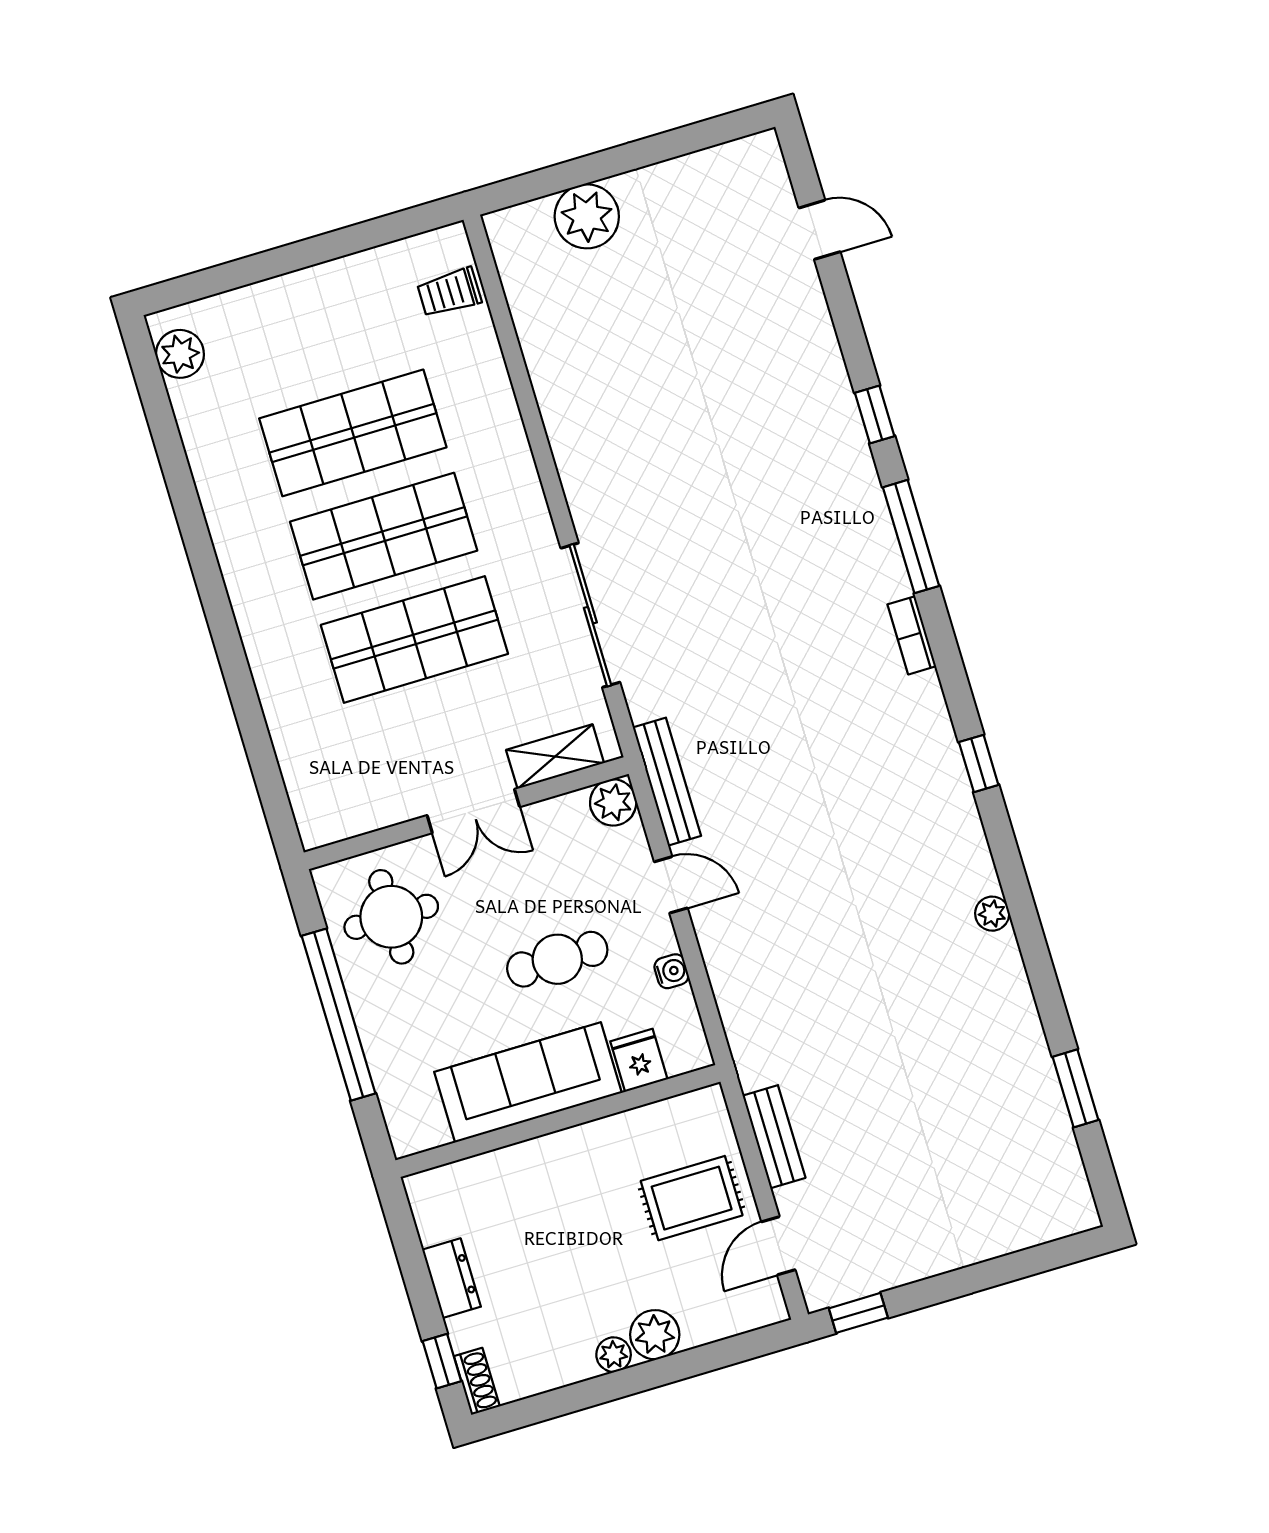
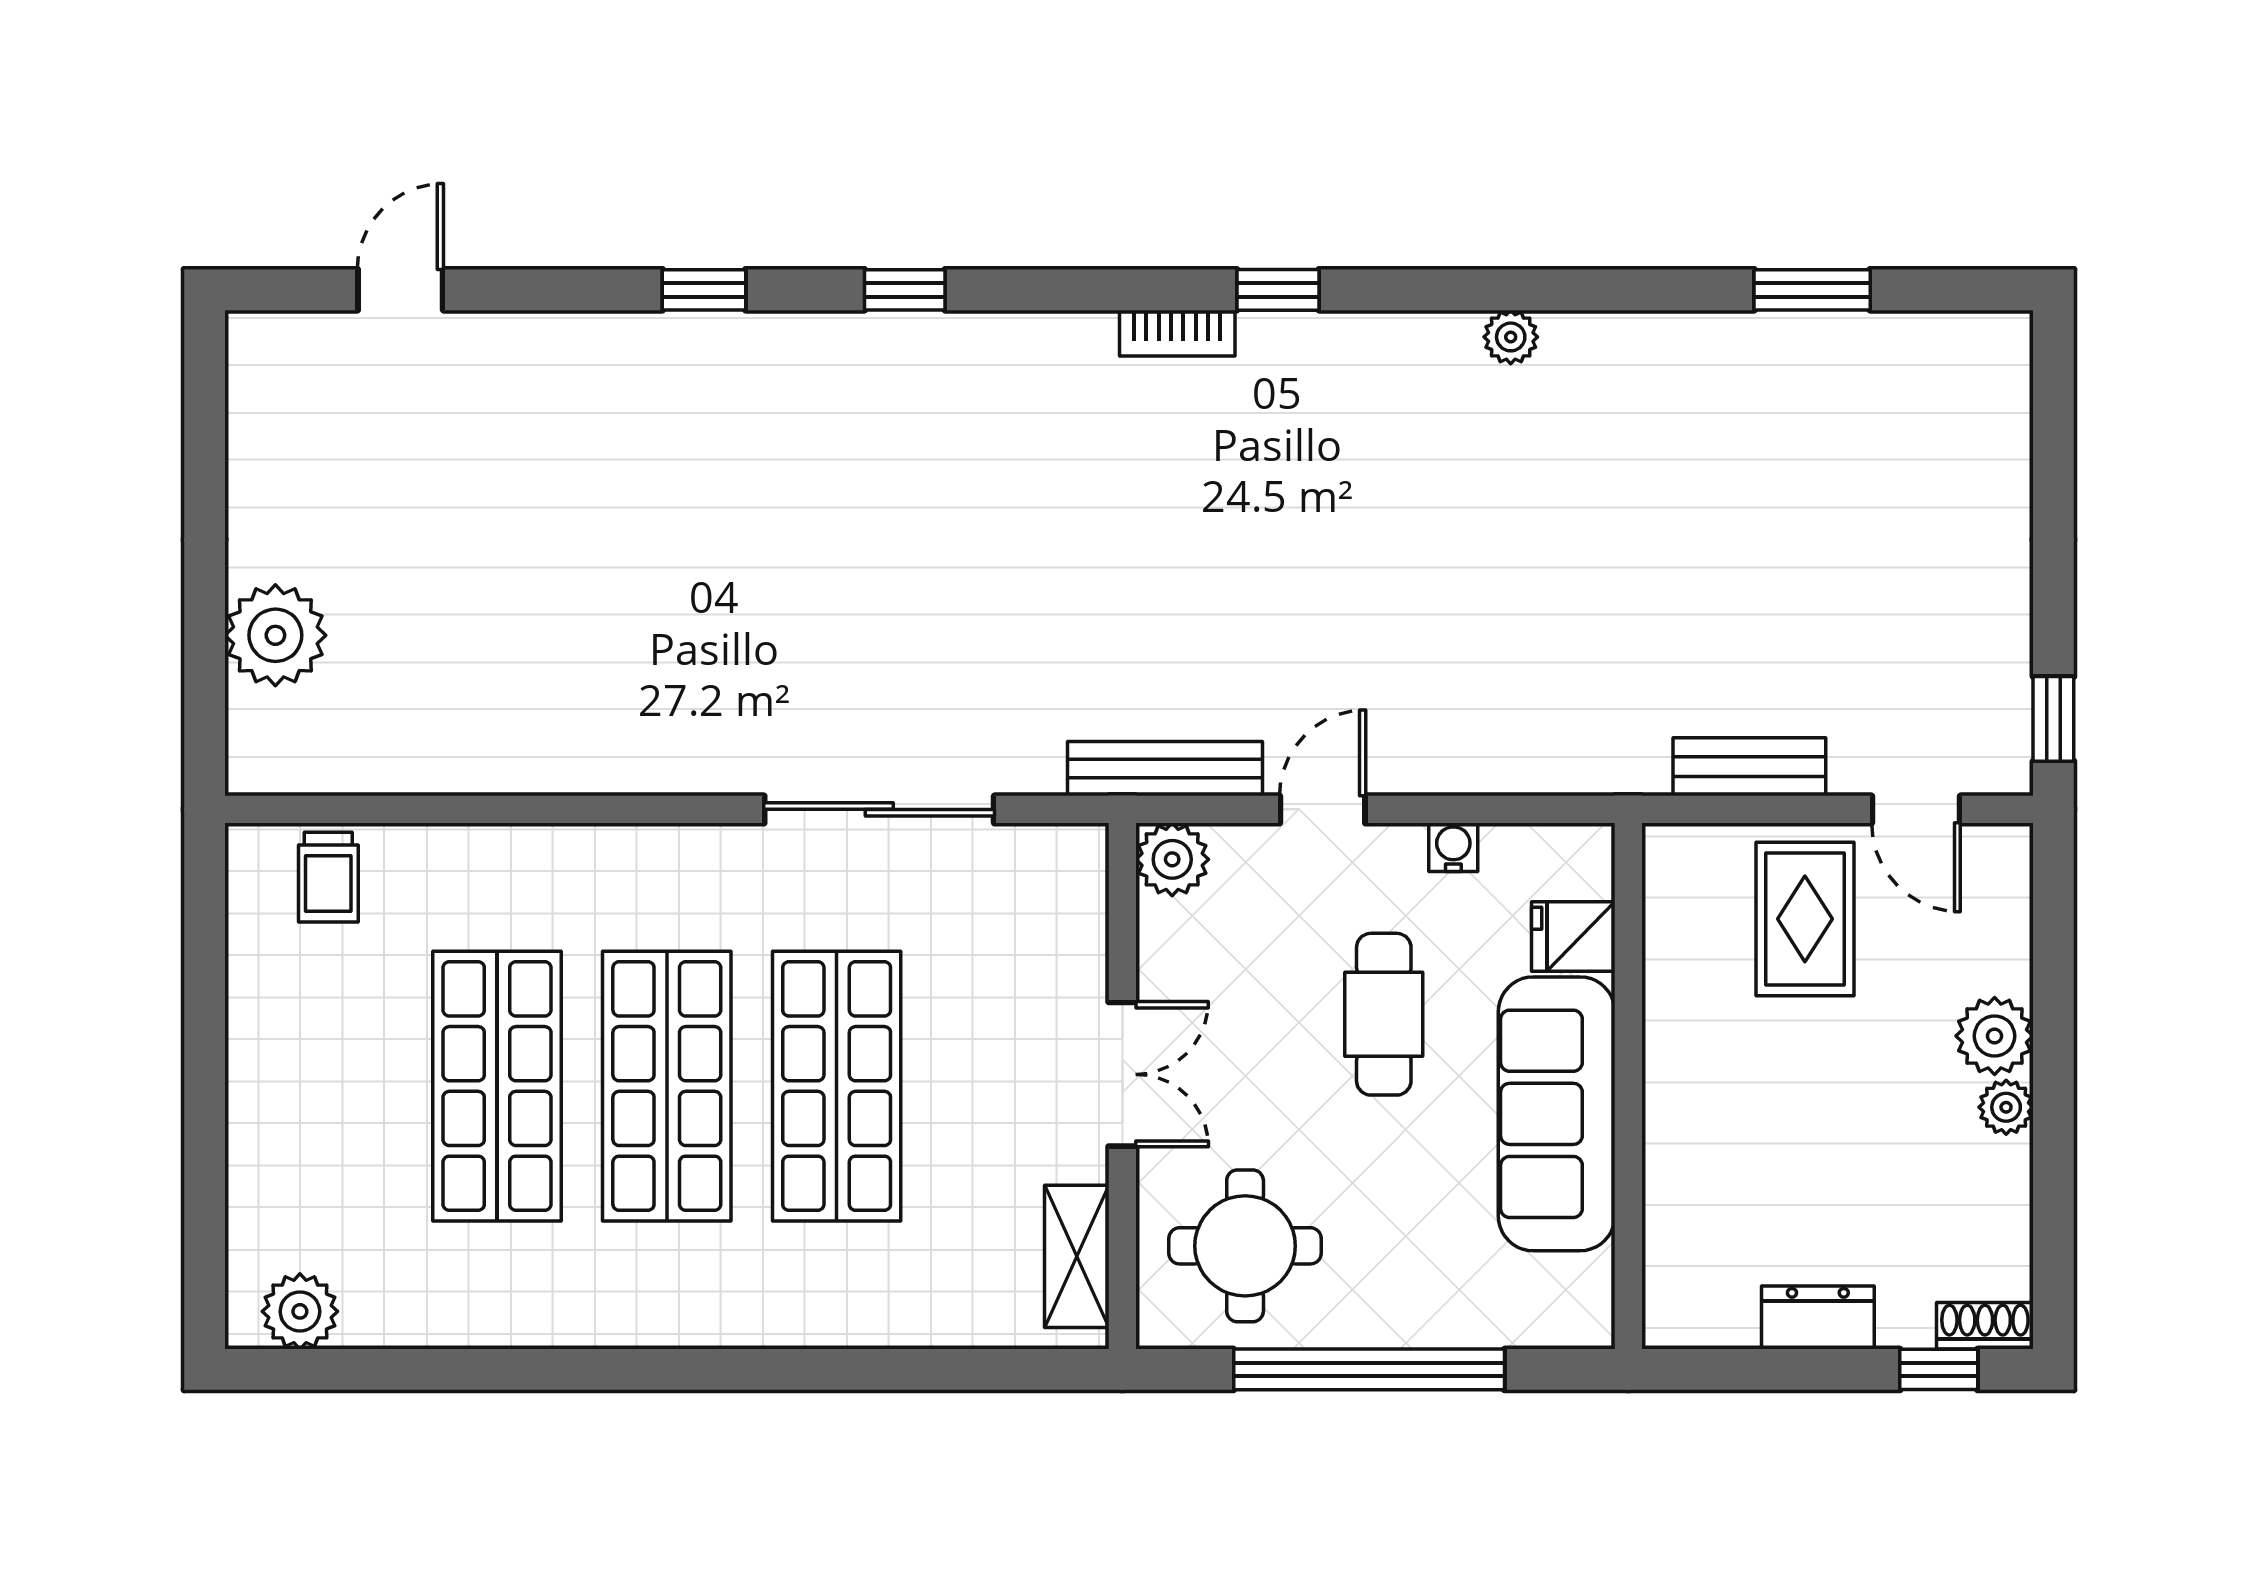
window: (911, 537) -> (905, 290), width x0.46
bookcase: (912, 635) -> (1177, 333), moved
shelving: (555, 757) -> (1077, 1256), moved

